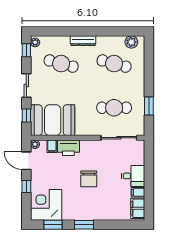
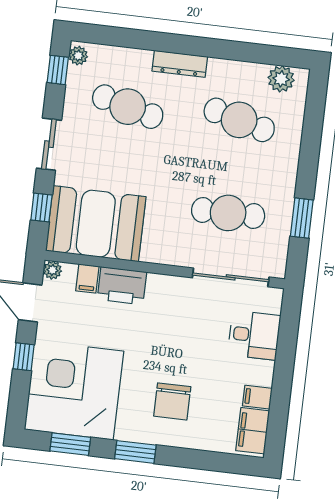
desk: (133, 176) -> (254, 335), moved
chair: (89, 179) -> (172, 401), moved
corner desk: (46, 205) -> (74, 390), width x1.36, depth x1.36

